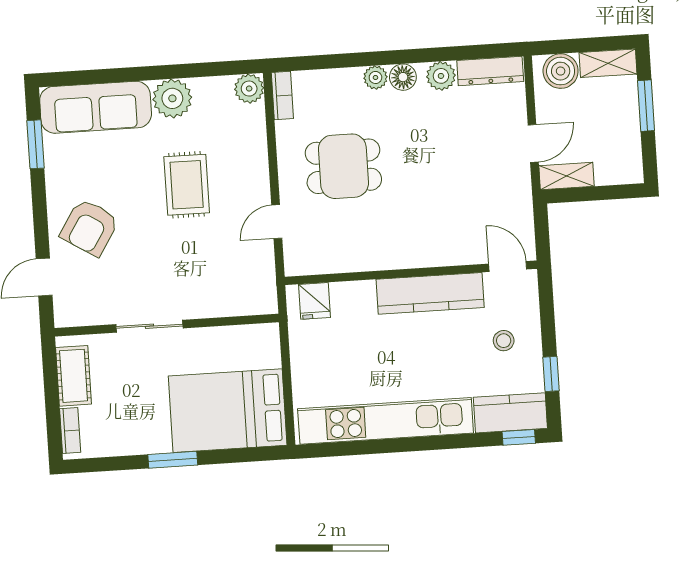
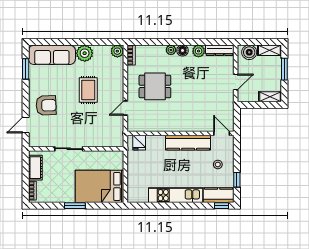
shelving: (566, 176) -> (270, 97), moved
armchair: (90, 227) -> (46, 105), turned -124
kitchen unit: (386, 421) -> (176, 195), width x0.73

